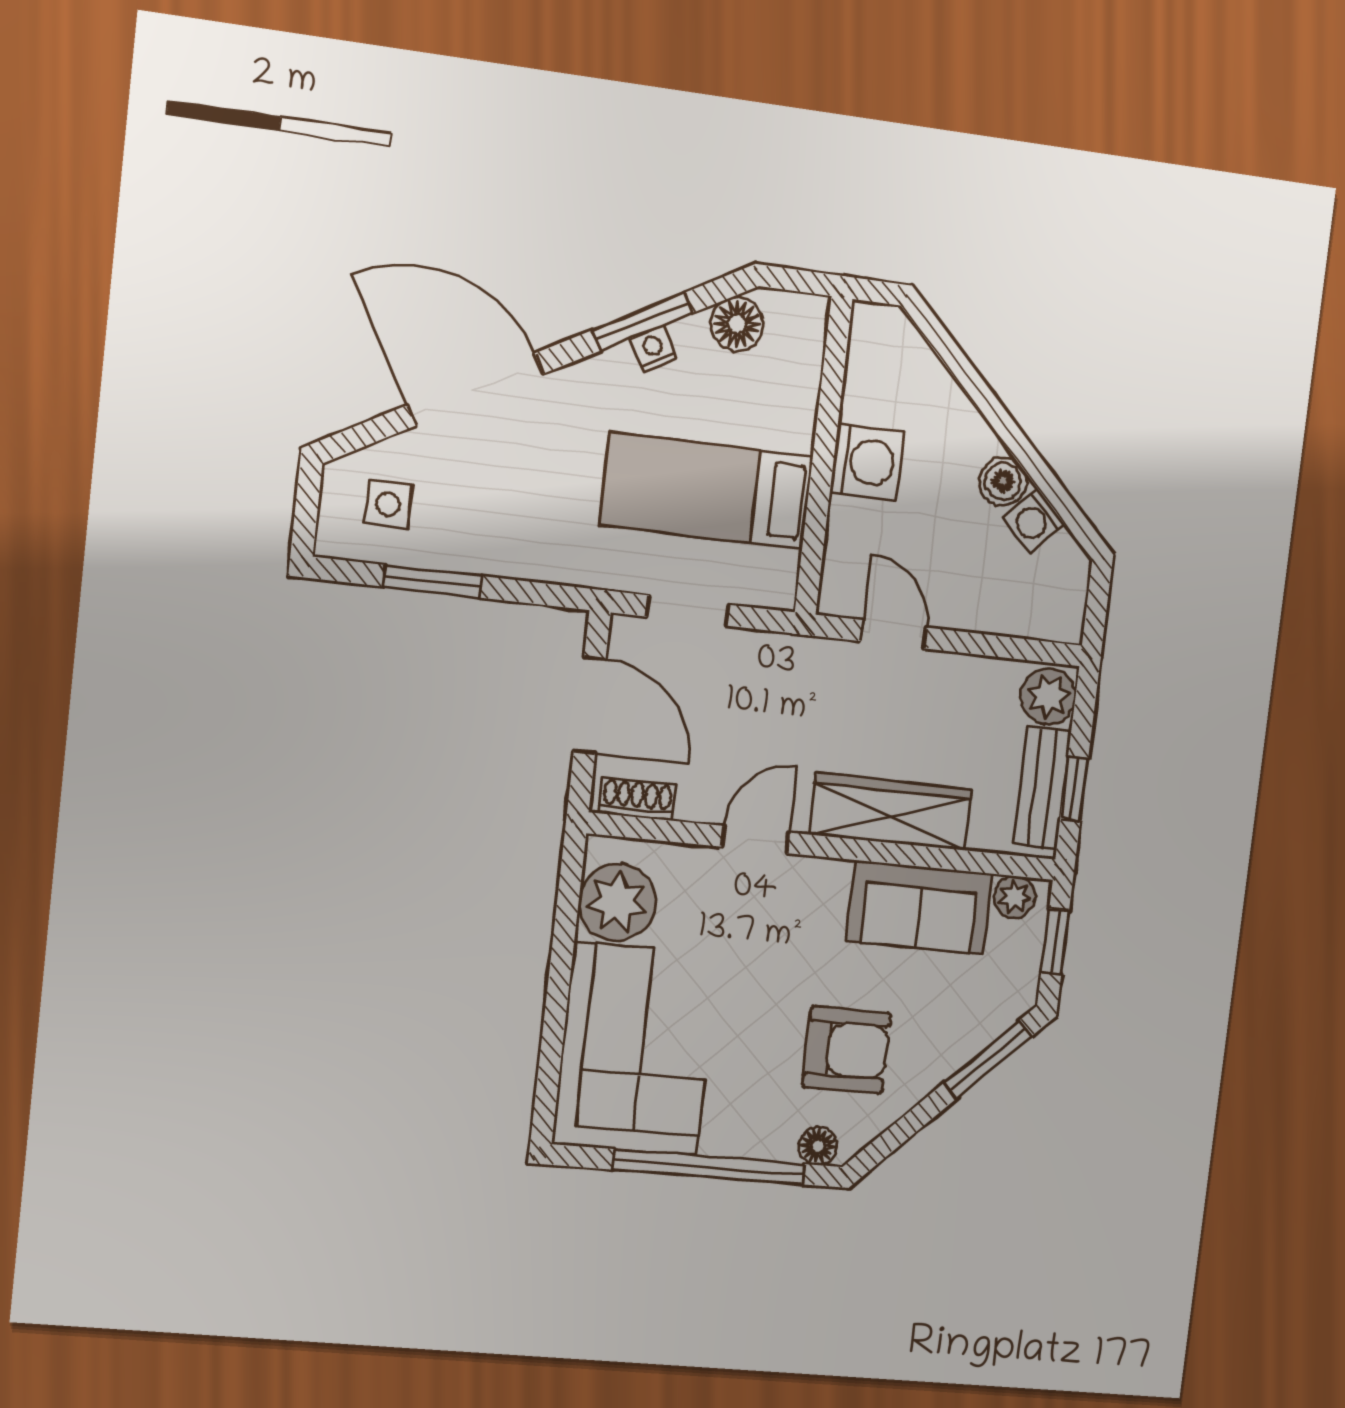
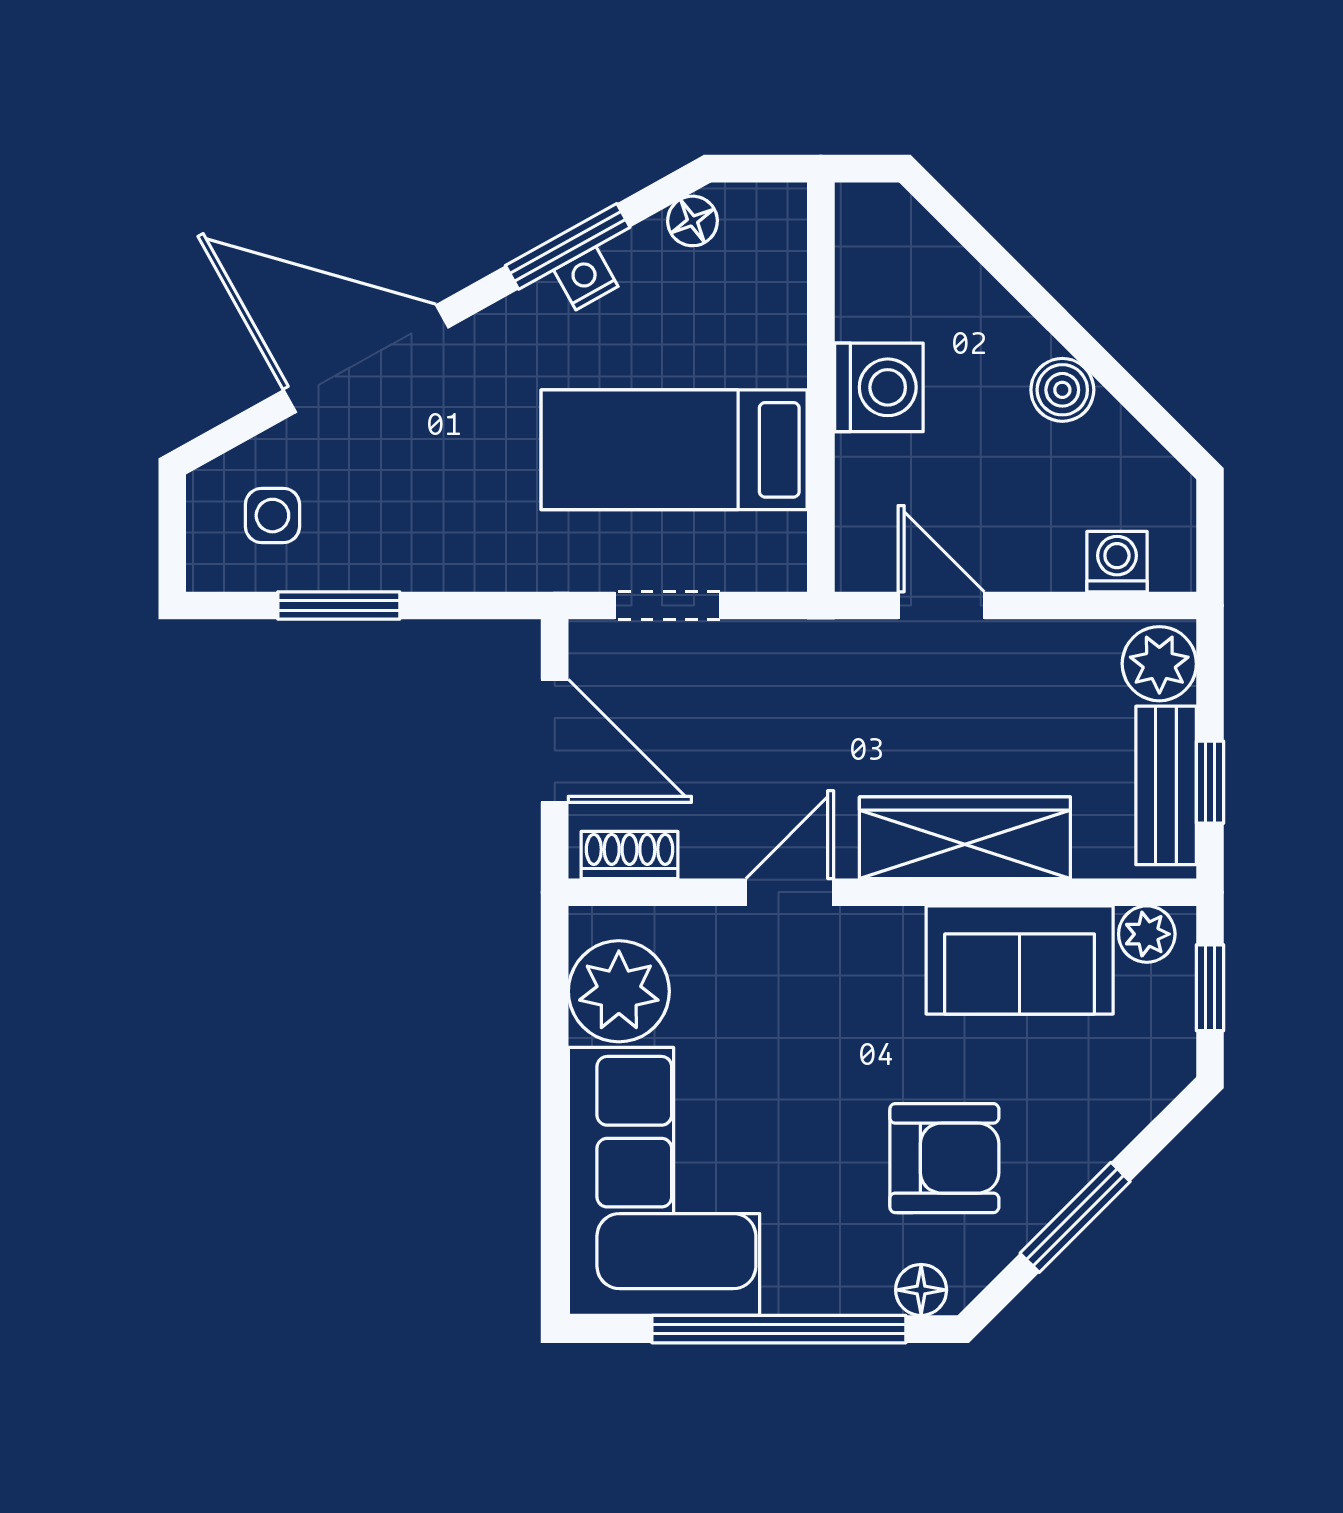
floor lamp: (737, 324) -> (692, 221), width x0.73, depth x0.73
washing machine: (1034, 521) -> (1117, 562), moved, turned 135
window: (988, 1059) -> (1075, 1217), moved

